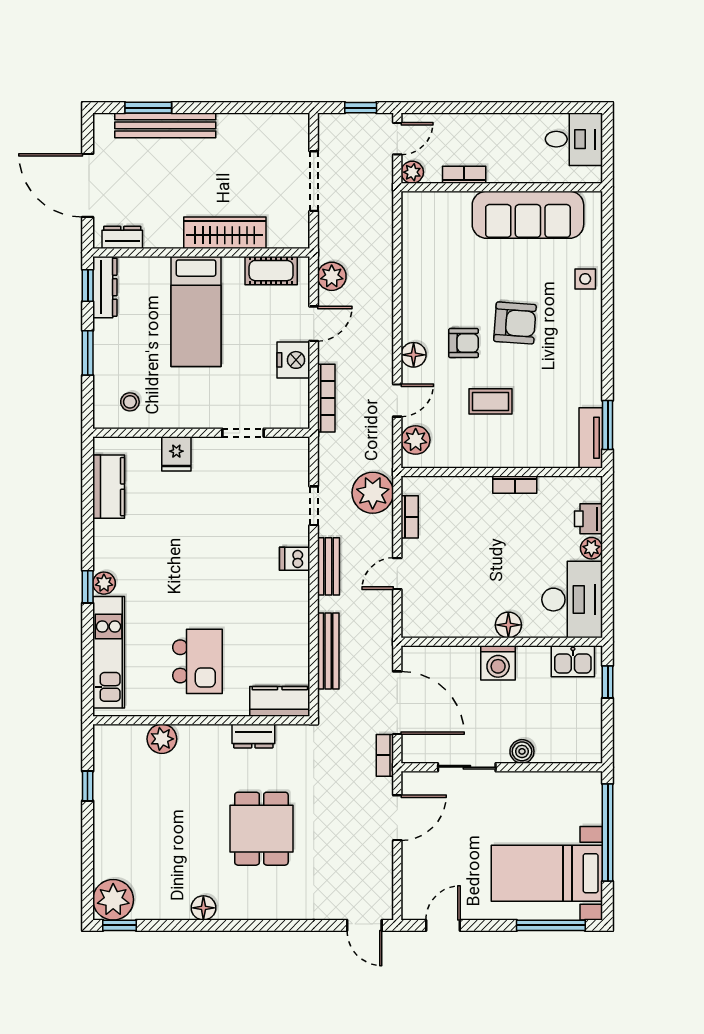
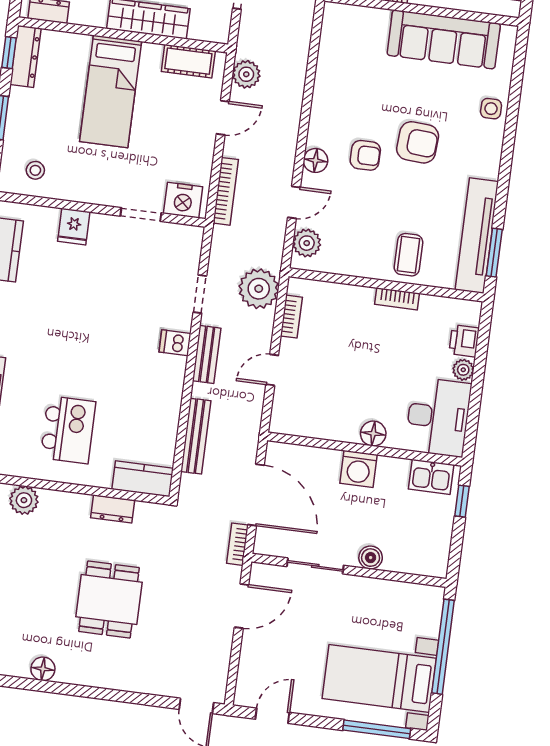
nightstand: (293, 360) -> (183, 200), moved, turned 90
coffee table: (490, 401) -> (408, 255), moved, turned 90
tv unit: (591, 438) -> (477, 236), width x1.92, depth x1.29

